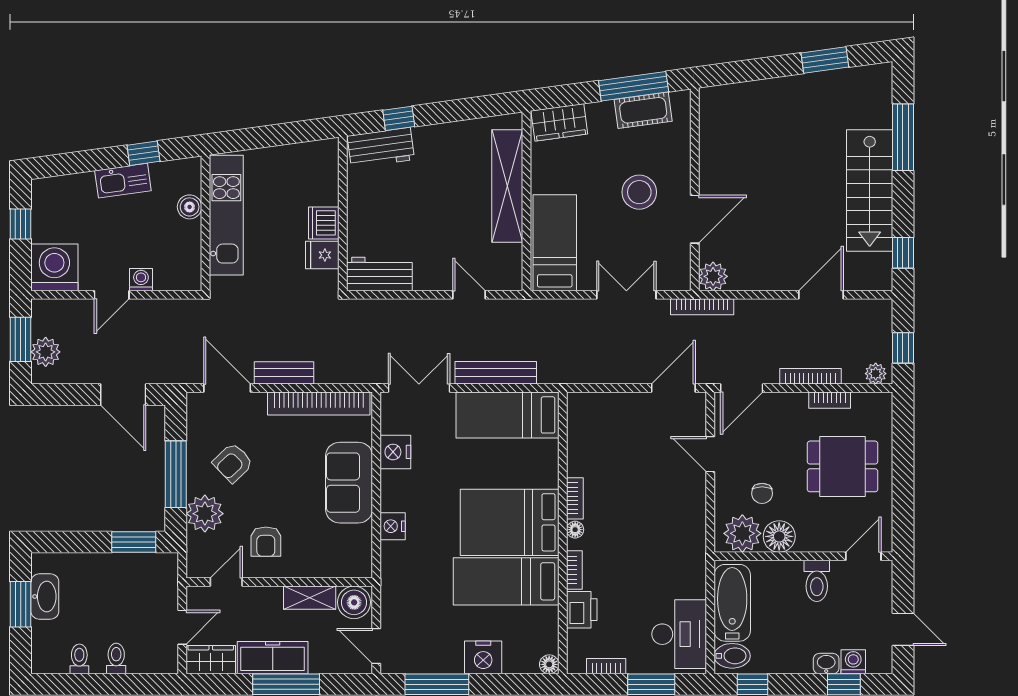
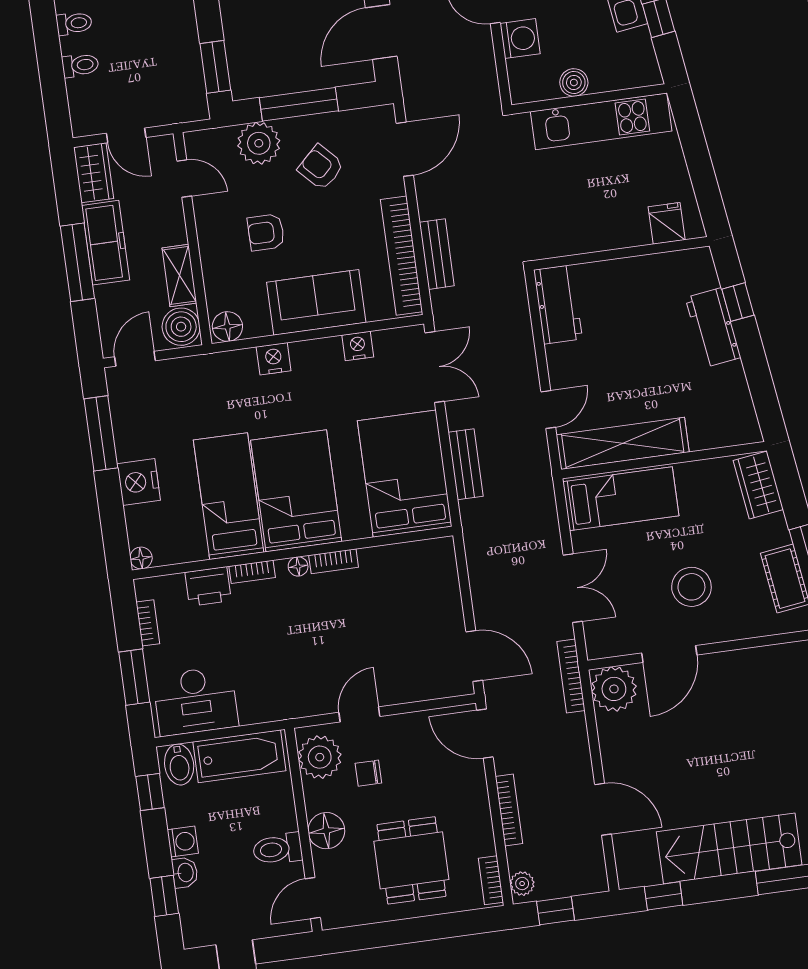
workbench: (381, 148) -> (713, 328), moved
shelving: (507, 186) -> (623, 443), moved
boiler: (190, 207) -> (574, 82), moved
door: (695, 219) -> (669, 654), hinge flipped
dishwasher: (324, 223) -> (607, 233), removed
fridge: (322, 255) -> (667, 223), moved
plant: (713, 276) -> (614, 689), width x1.36, depth x1.36
washing machine: (141, 280) -> (520, 39), width x1.38, depth x1.38
bench: (284, 373) -> (437, 254), moved
bench: (496, 373) -> (466, 464), width x0.73
bookcase: (830, 400) -> (491, 880), moved
bed: (507, 415) -> (405, 474), width x1.50
nightstand: (395, 452) -> (358, 346), width x0.74, depth x0.75
door: (710, 454) -> (359, 714), moved
floor lamp: (779, 536) -> (326, 831), moved
armchair: (266, 542) -> (266, 232), moved
door: (863, 556) -> (313, 898), swing flipped
floor lamp: (359, 562) -> (227, 327), added
washing machine: (853, 662) -> (183, 842), moved

